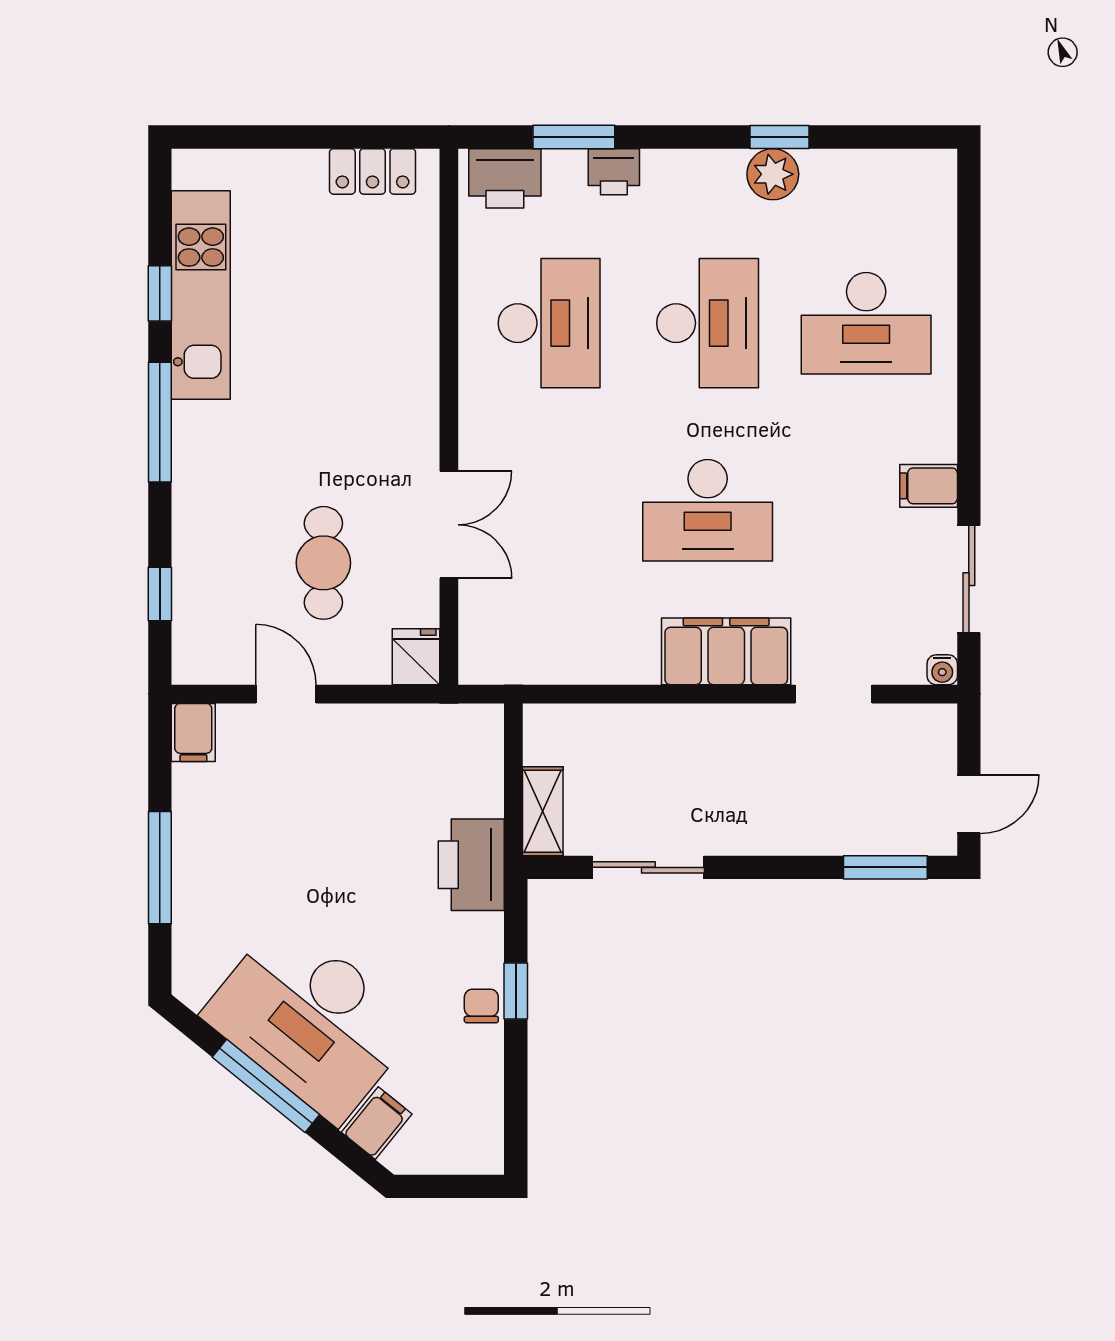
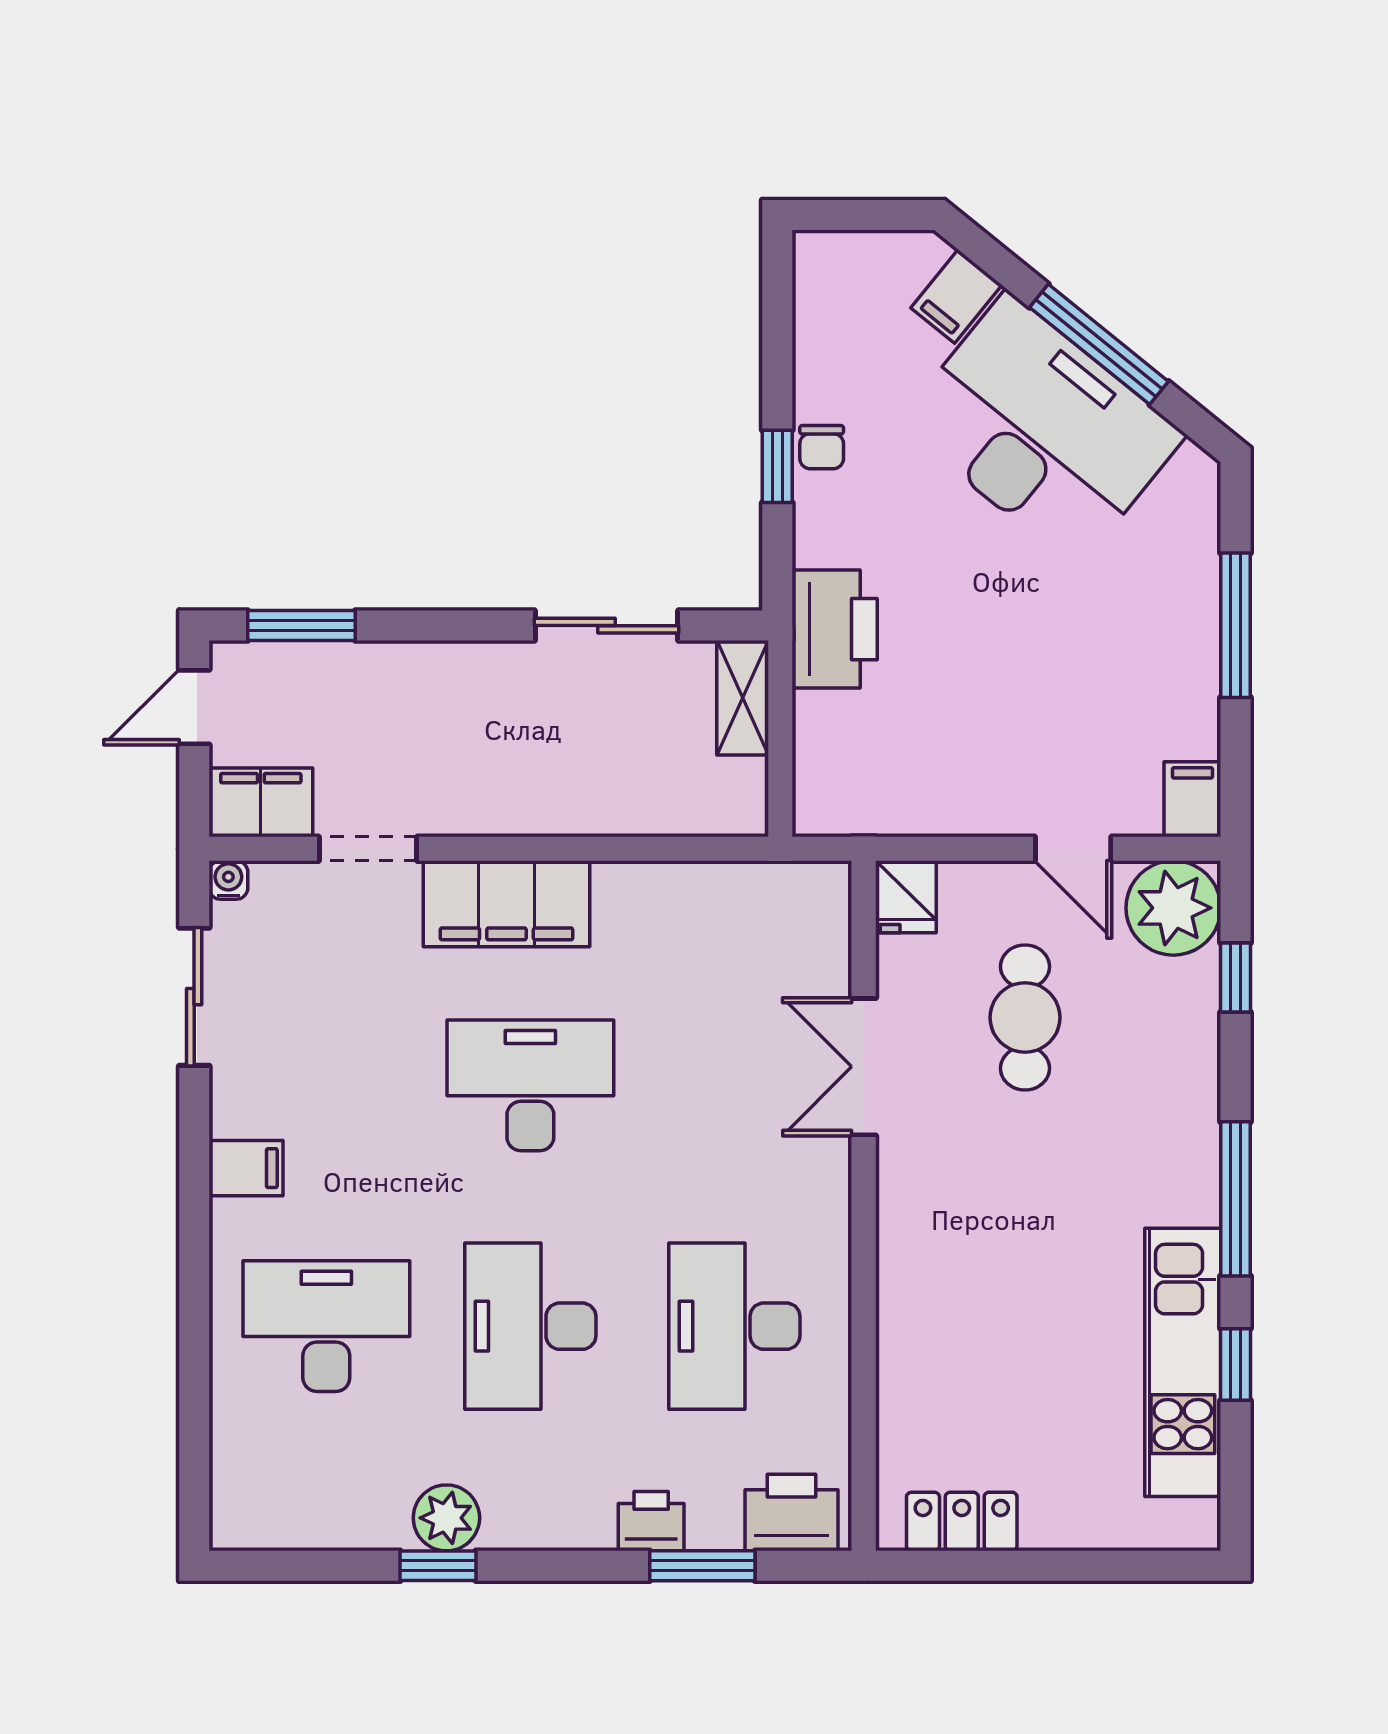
filing cabinet: (929, 486) -> (246, 1168), moved
plant: (208, 648) -> (1173, 908), added
filing cabinet: (917, 730) -> (261, 802), added

